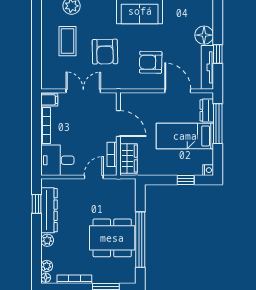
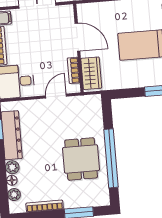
dining table: (112, 238) -> (81, 159), width x0.73
floor lamp: (46, 278) -> (12, 180), moved

